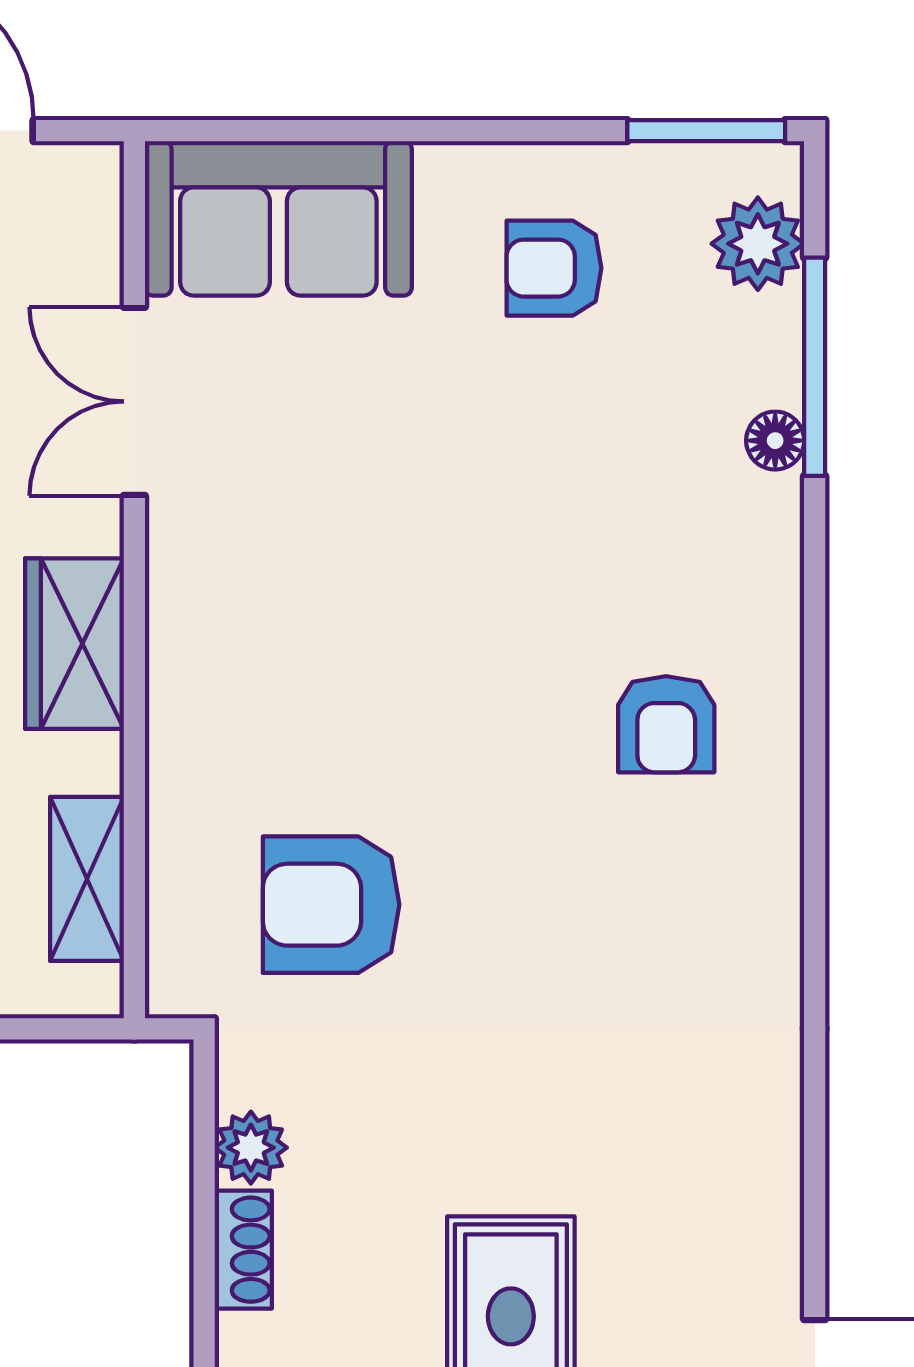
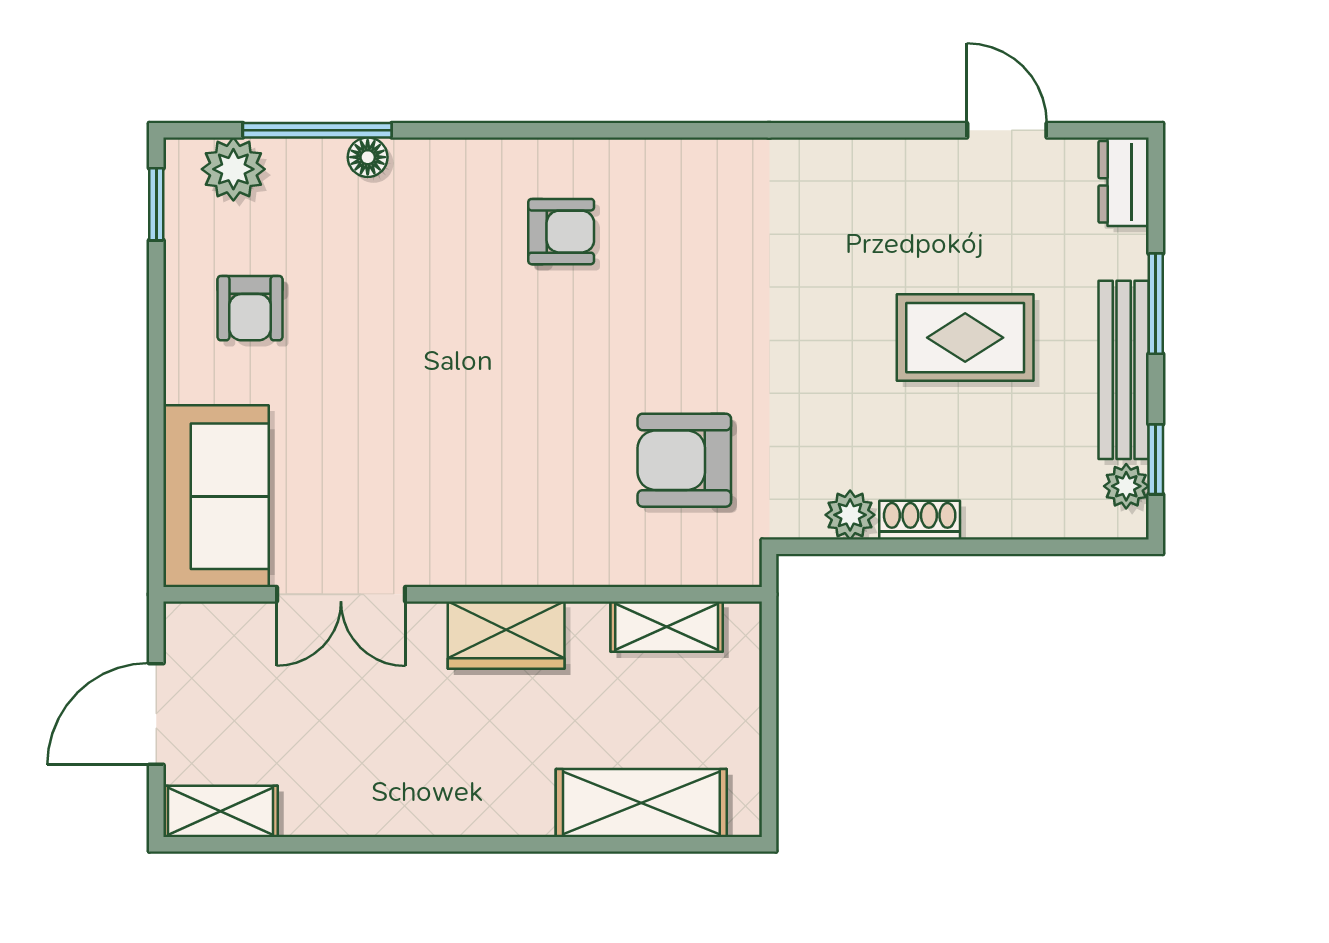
window: (706, 131) -> (156, 204), width x0.67
armchair: (331, 905) -> (684, 460), turned 90

